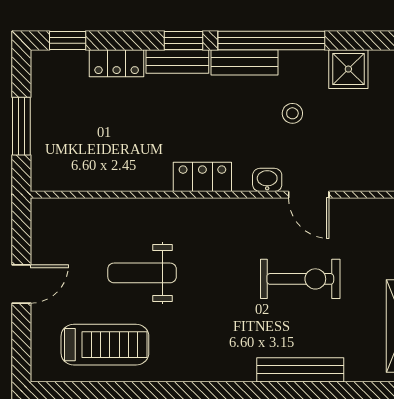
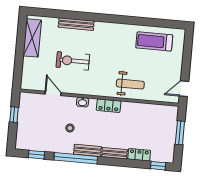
window: (183, 40) -> (36, 155), moved
shower: (348, 69) -> (46, 144), removed
door: (309, 195) -> (53, 93), moved
weight bench: (142, 273) -> (130, 84), moved
door: (21, 284) -> (184, 89), moved

